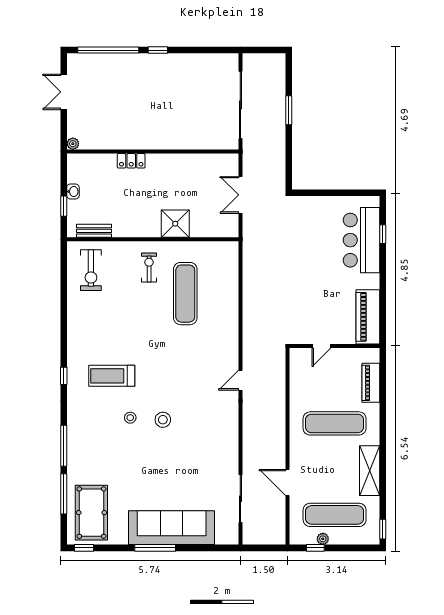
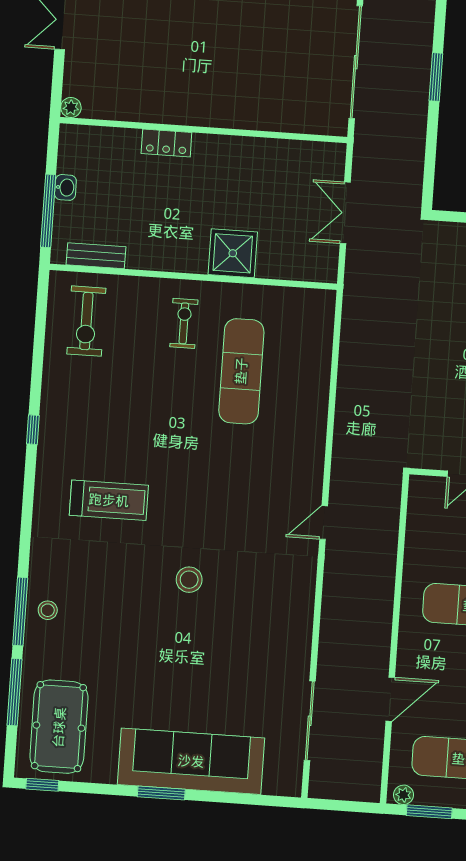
window: (64, 206) -> (48, 211), width x2.17
window: (64, 376) -> (33, 430), moved
treadmill: (112, 376) -> (109, 500), turned 180
stool: (130, 418) -> (48, 610), moved
door: (287, 483) -> (390, 699), swing flipped
plant: (323, 539) -> (403, 795), moved
window: (155, 548) -> (161, 793), width x0.69
window: (315, 548) -> (429, 812), width x1.50

